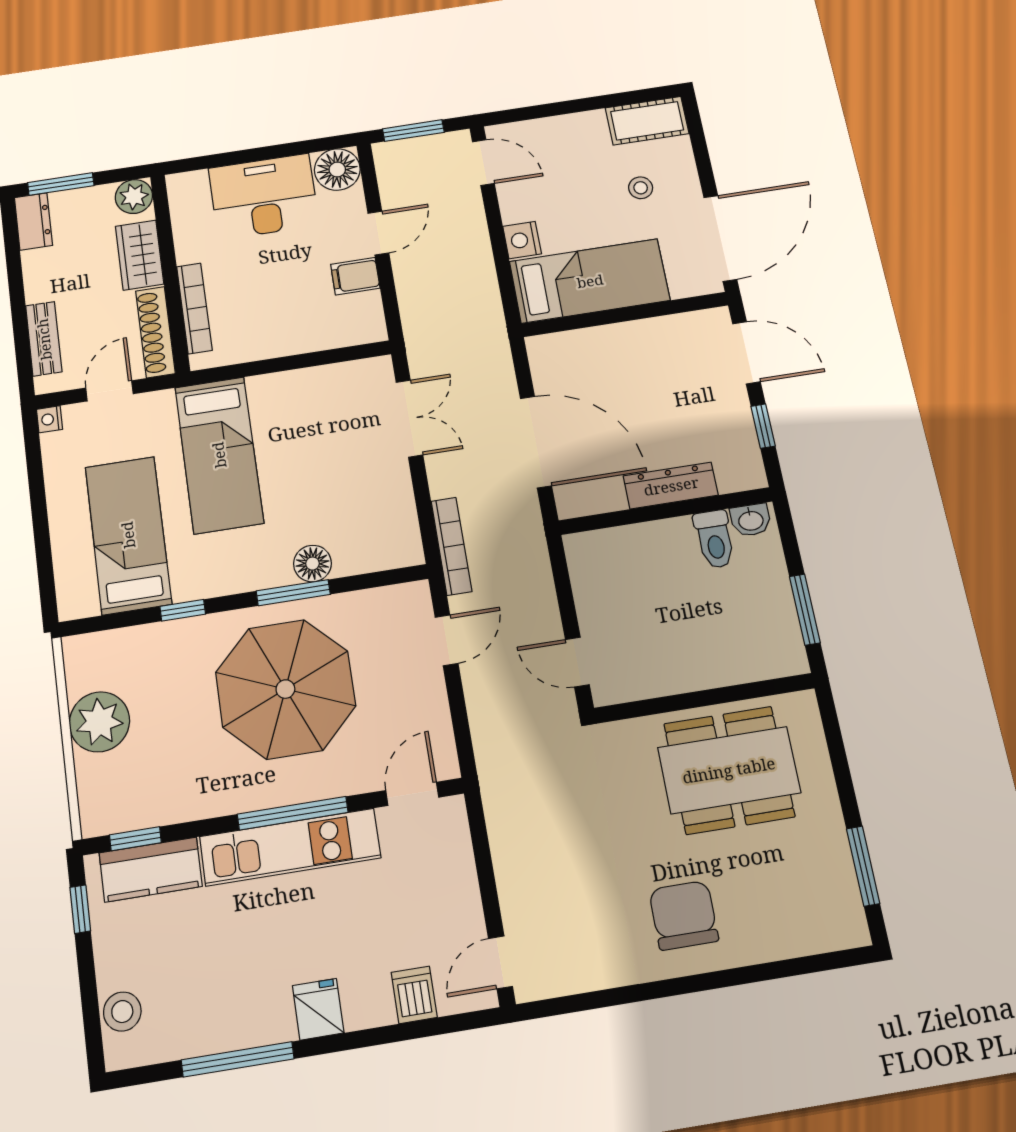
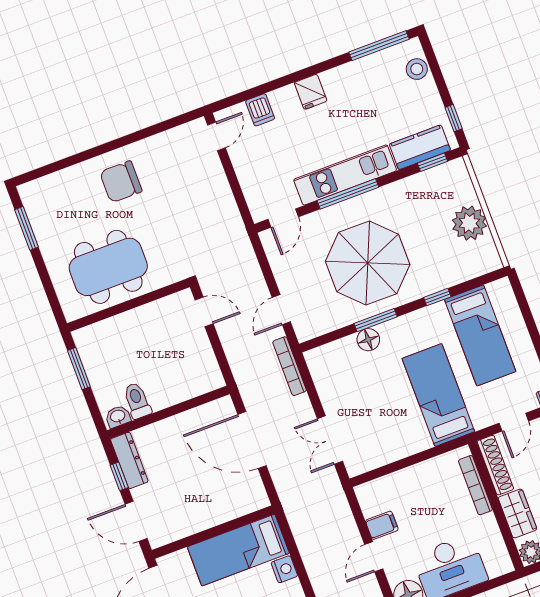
dresser: (671, 486) -> (129, 460), moved, turned -90
chair: (684, 915) -> (121, 182), turned 90
window: (238, 1059) -> (379, 46), moved

